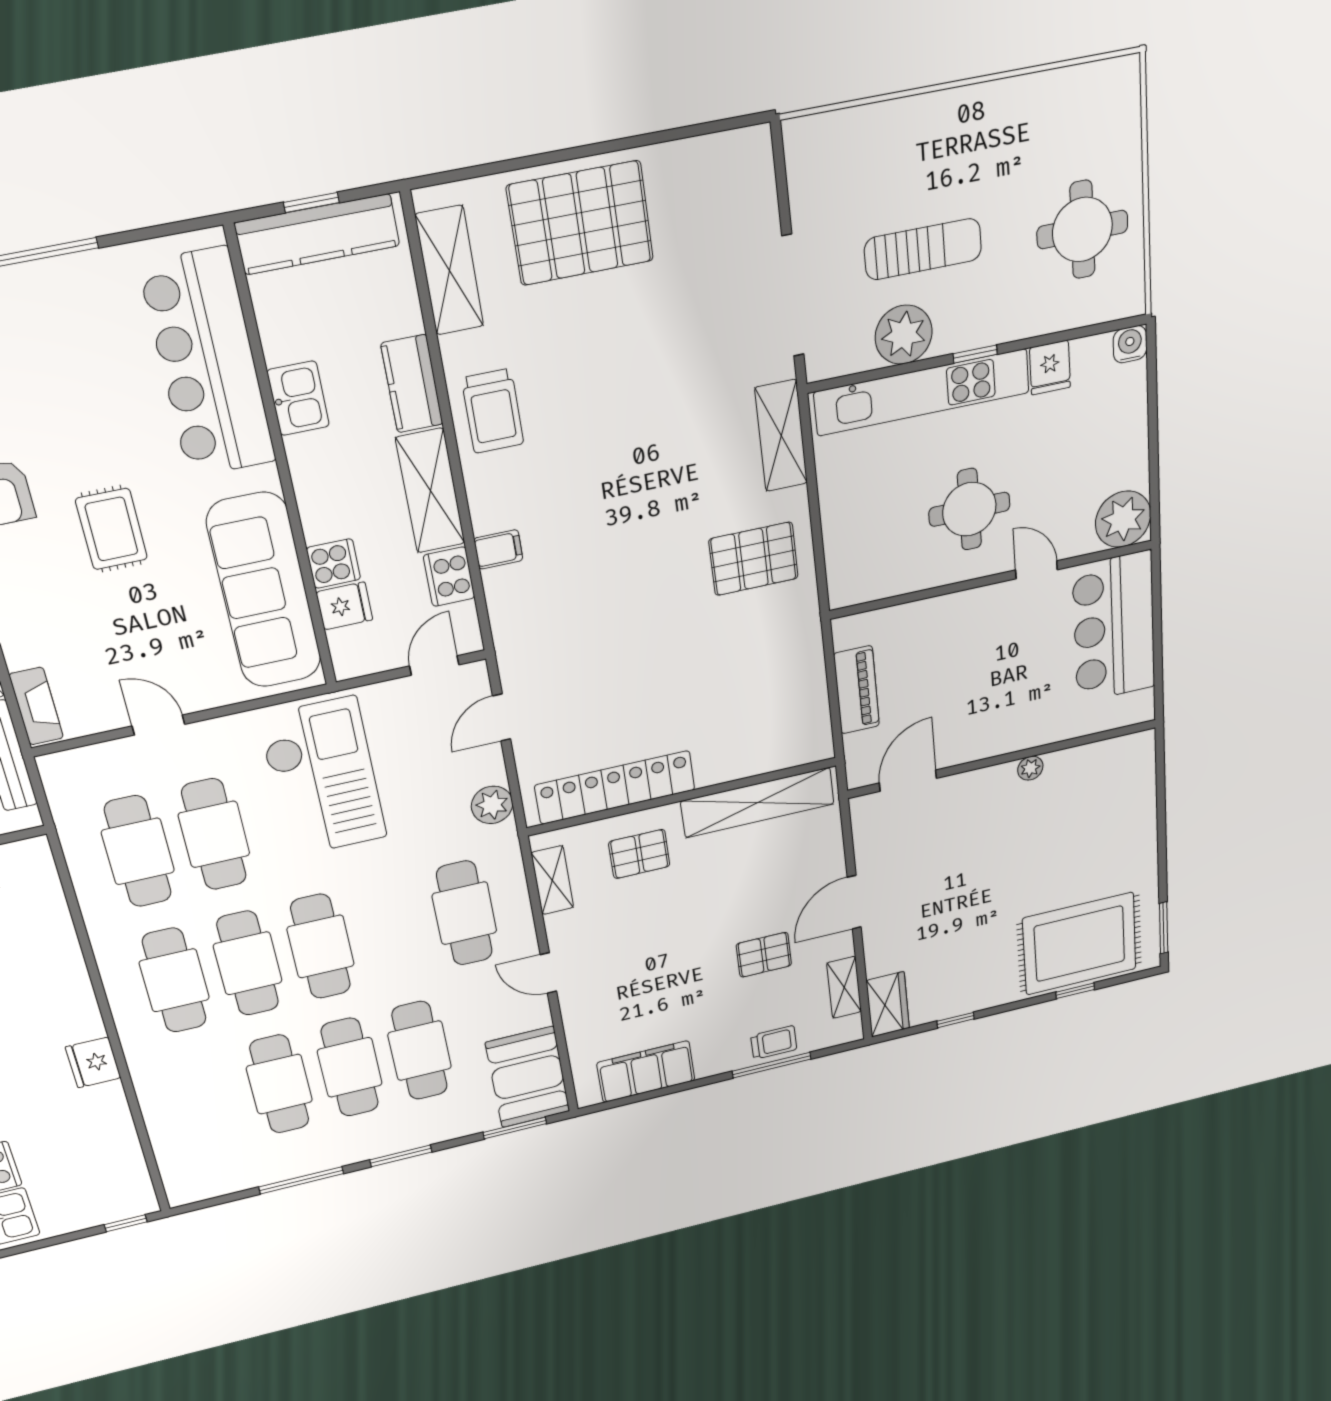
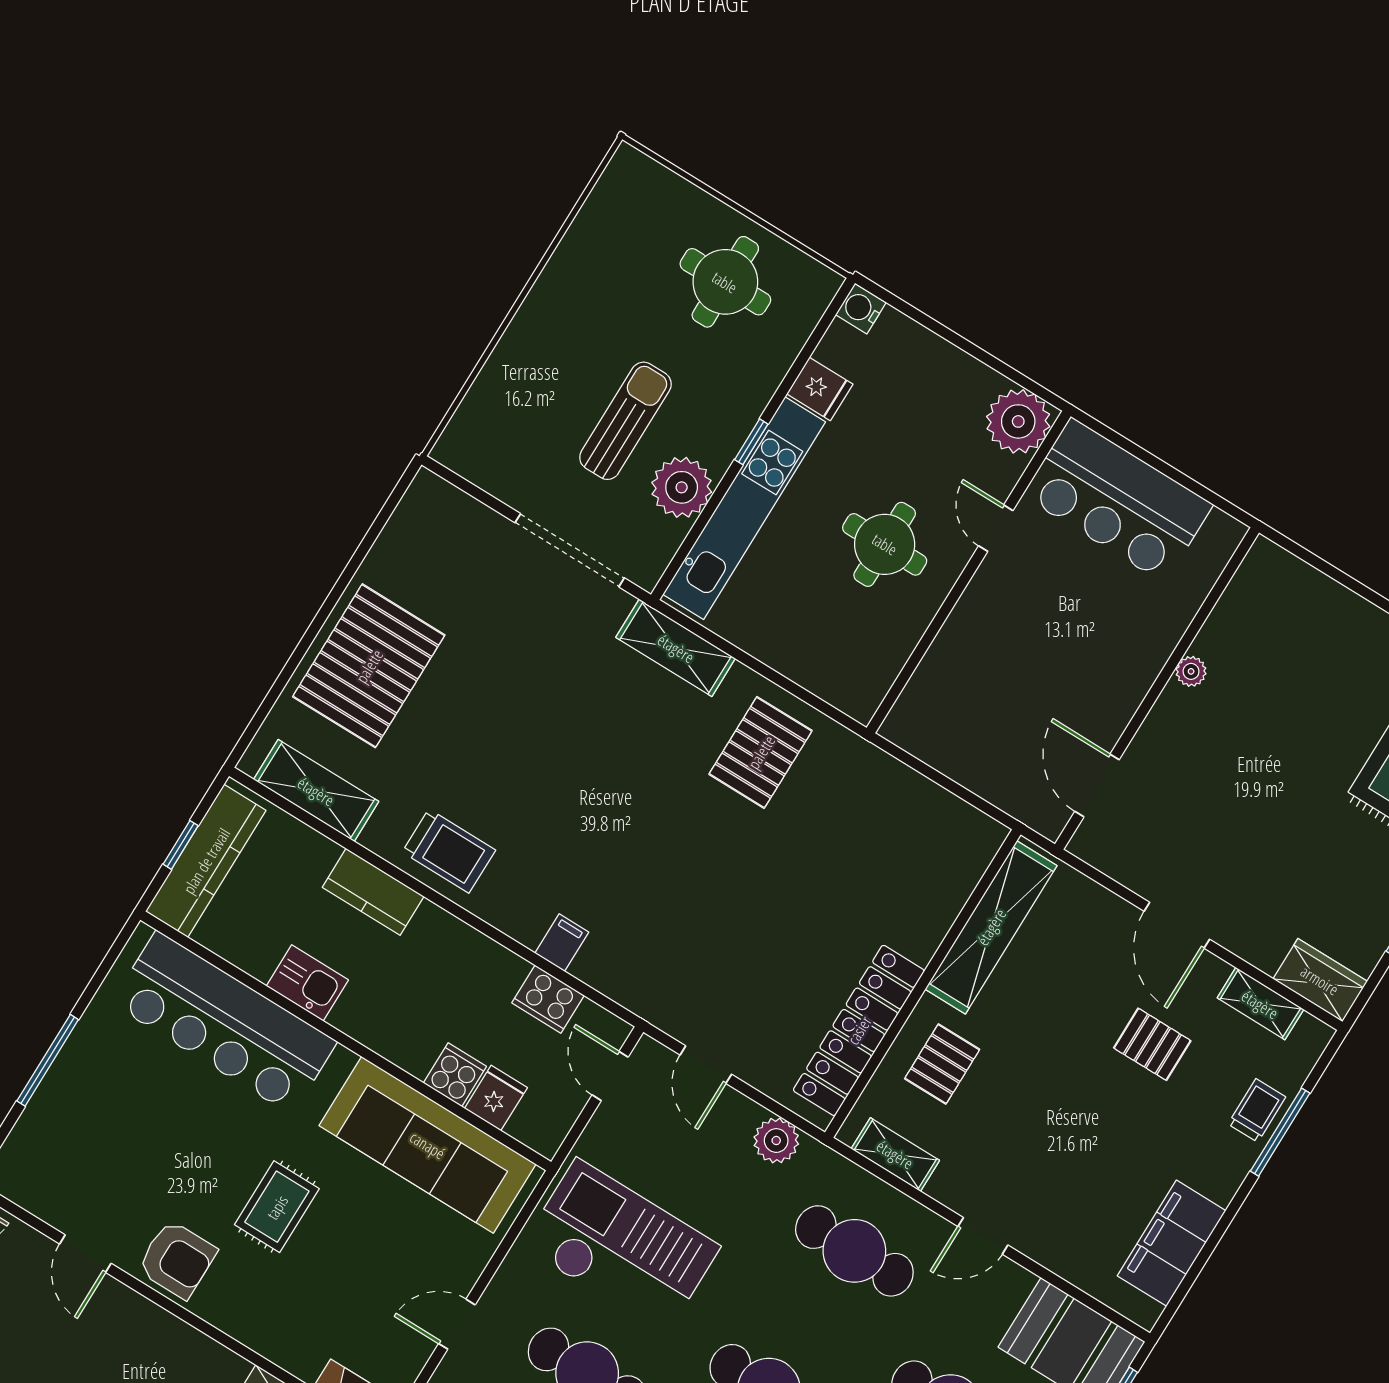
shelving: (430, 491) -> (467, 952), removed
rug: (111, 529) -> (277, 1207), turned 90
door: (1036, 570) -> (996, 528), hinge flipped
piano: (857, 690) -> (963, 762), removed
pallet: (764, 955) -> (1152, 1044), turned 90

